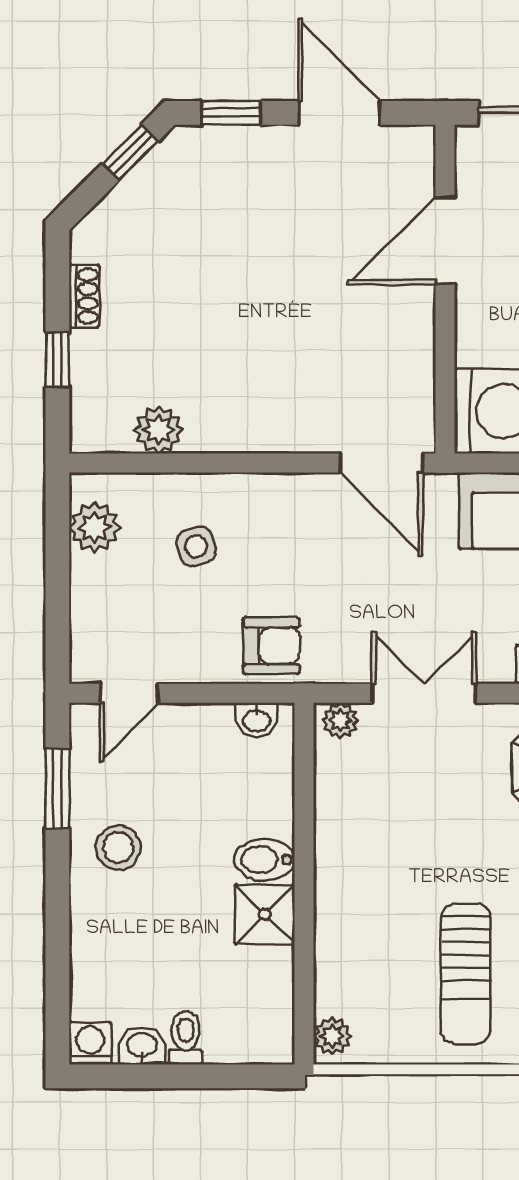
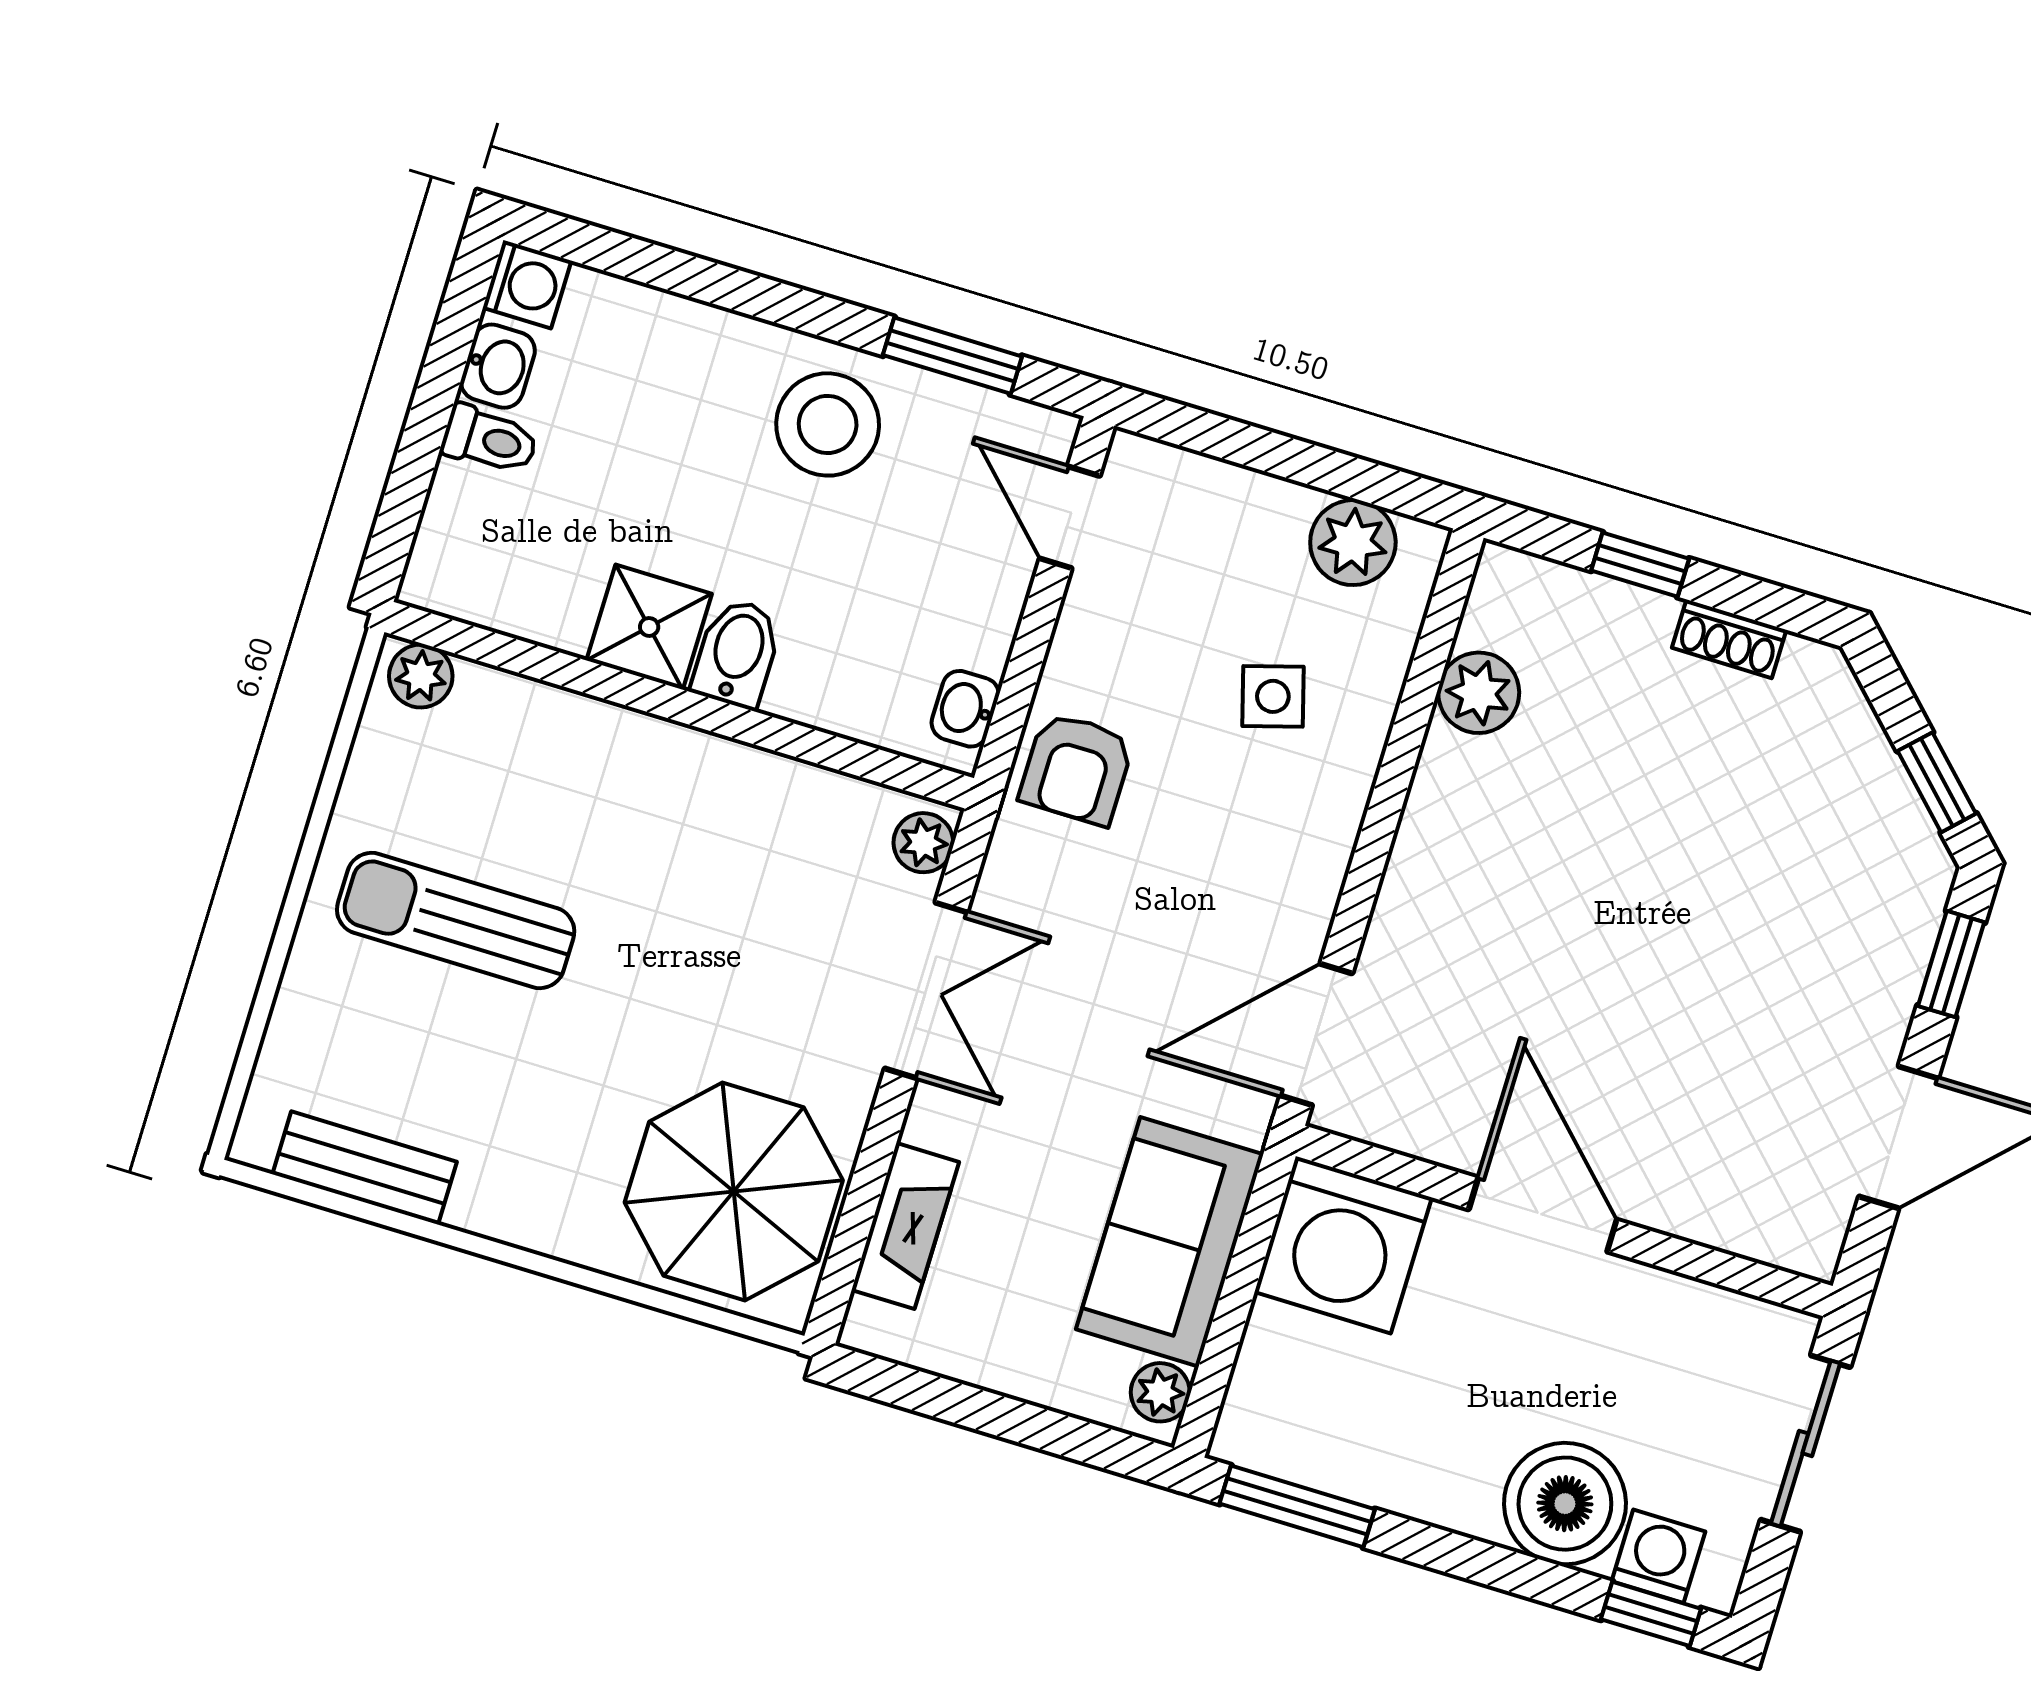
door: (445, 241) -> (1543, 1215), moved
stool: (118, 848) -> (828, 424), width x1.38, depth x1.38

